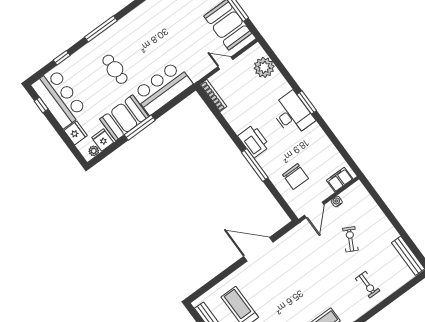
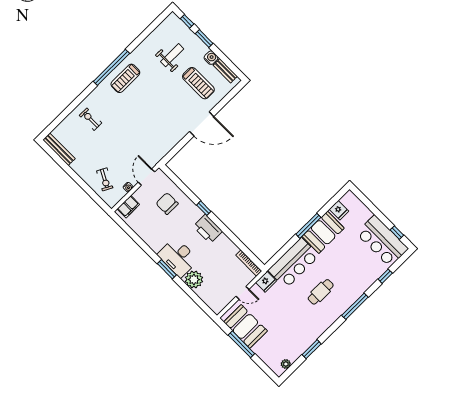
plant: (264, 67) -> (194, 280), moved
cafe table: (115, 69) -> (321, 292), moved, turned 90
fridge: (76, 133) -> (266, 282), moved, turned -90
plant: (94, 151) -> (345, 200), removed
window: (255, 165) -> (204, 208), width x0.46
exercise bike: (350, 239) -> (105, 179), moved
door: (258, 249) -> (202, 124), moved

